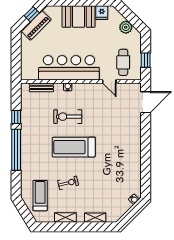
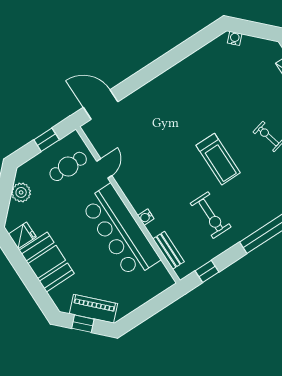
window: (16, 117) -> (207, 271), moved
exercise bike: (68, 117) -> (211, 215), moved
treadmill: (74, 147) -> (218, 159), width x0.73, depth x0.73

